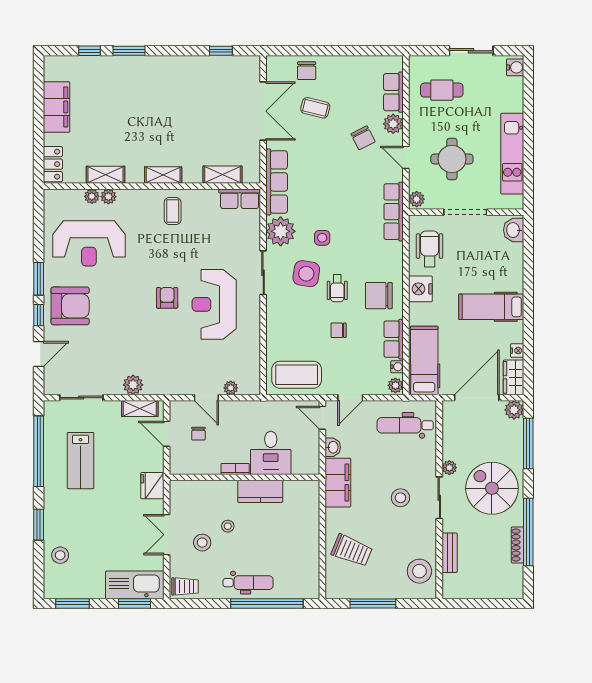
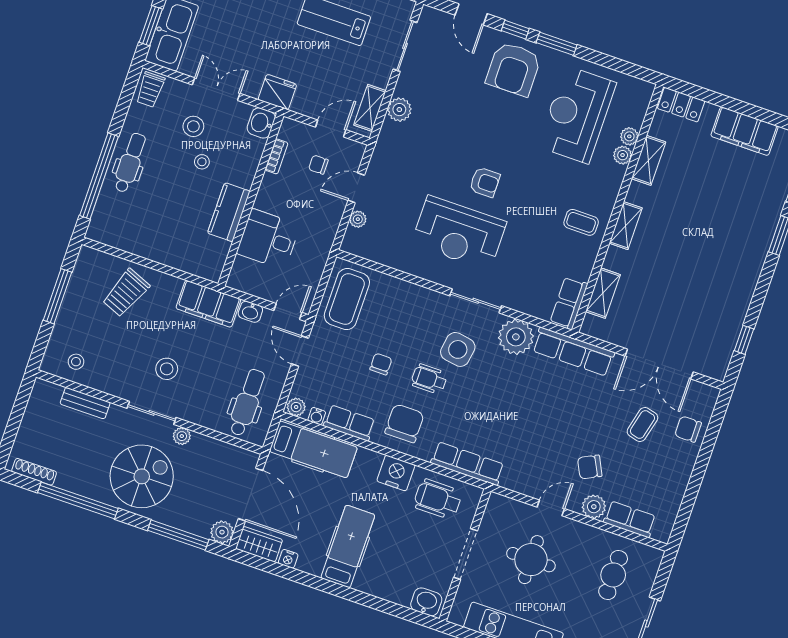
plant: (417, 199) -> (499, 504), removed
row of seats: (394, 212) -> (467, 464), moved
side table: (322, 238) -> (492, 382), removed
wheelchair: (430, 249) -> (438, 499), turned 180
reception desk: (214, 304) -> (459, 233), turned 180
bookcase: (235, 469) -> (276, 156), moved
washbasin: (181, 490) -> (261, 123), added
shoe rack: (518, 545) -> (34, 472), moved
stool: (419, 571) -> (76, 362), width x0.53, depth x0.53
dental chair: (248, 583) -> (130, 163), turned 180

